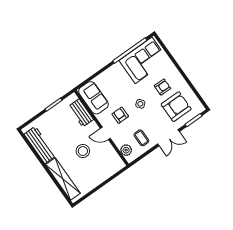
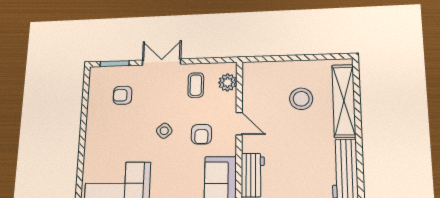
armchair: (162, 87) -> (120, 133), removed
armchair: (176, 107) -> (123, 95), width x0.53, depth x0.53
stool: (83, 151) -> (301, 99), moved

